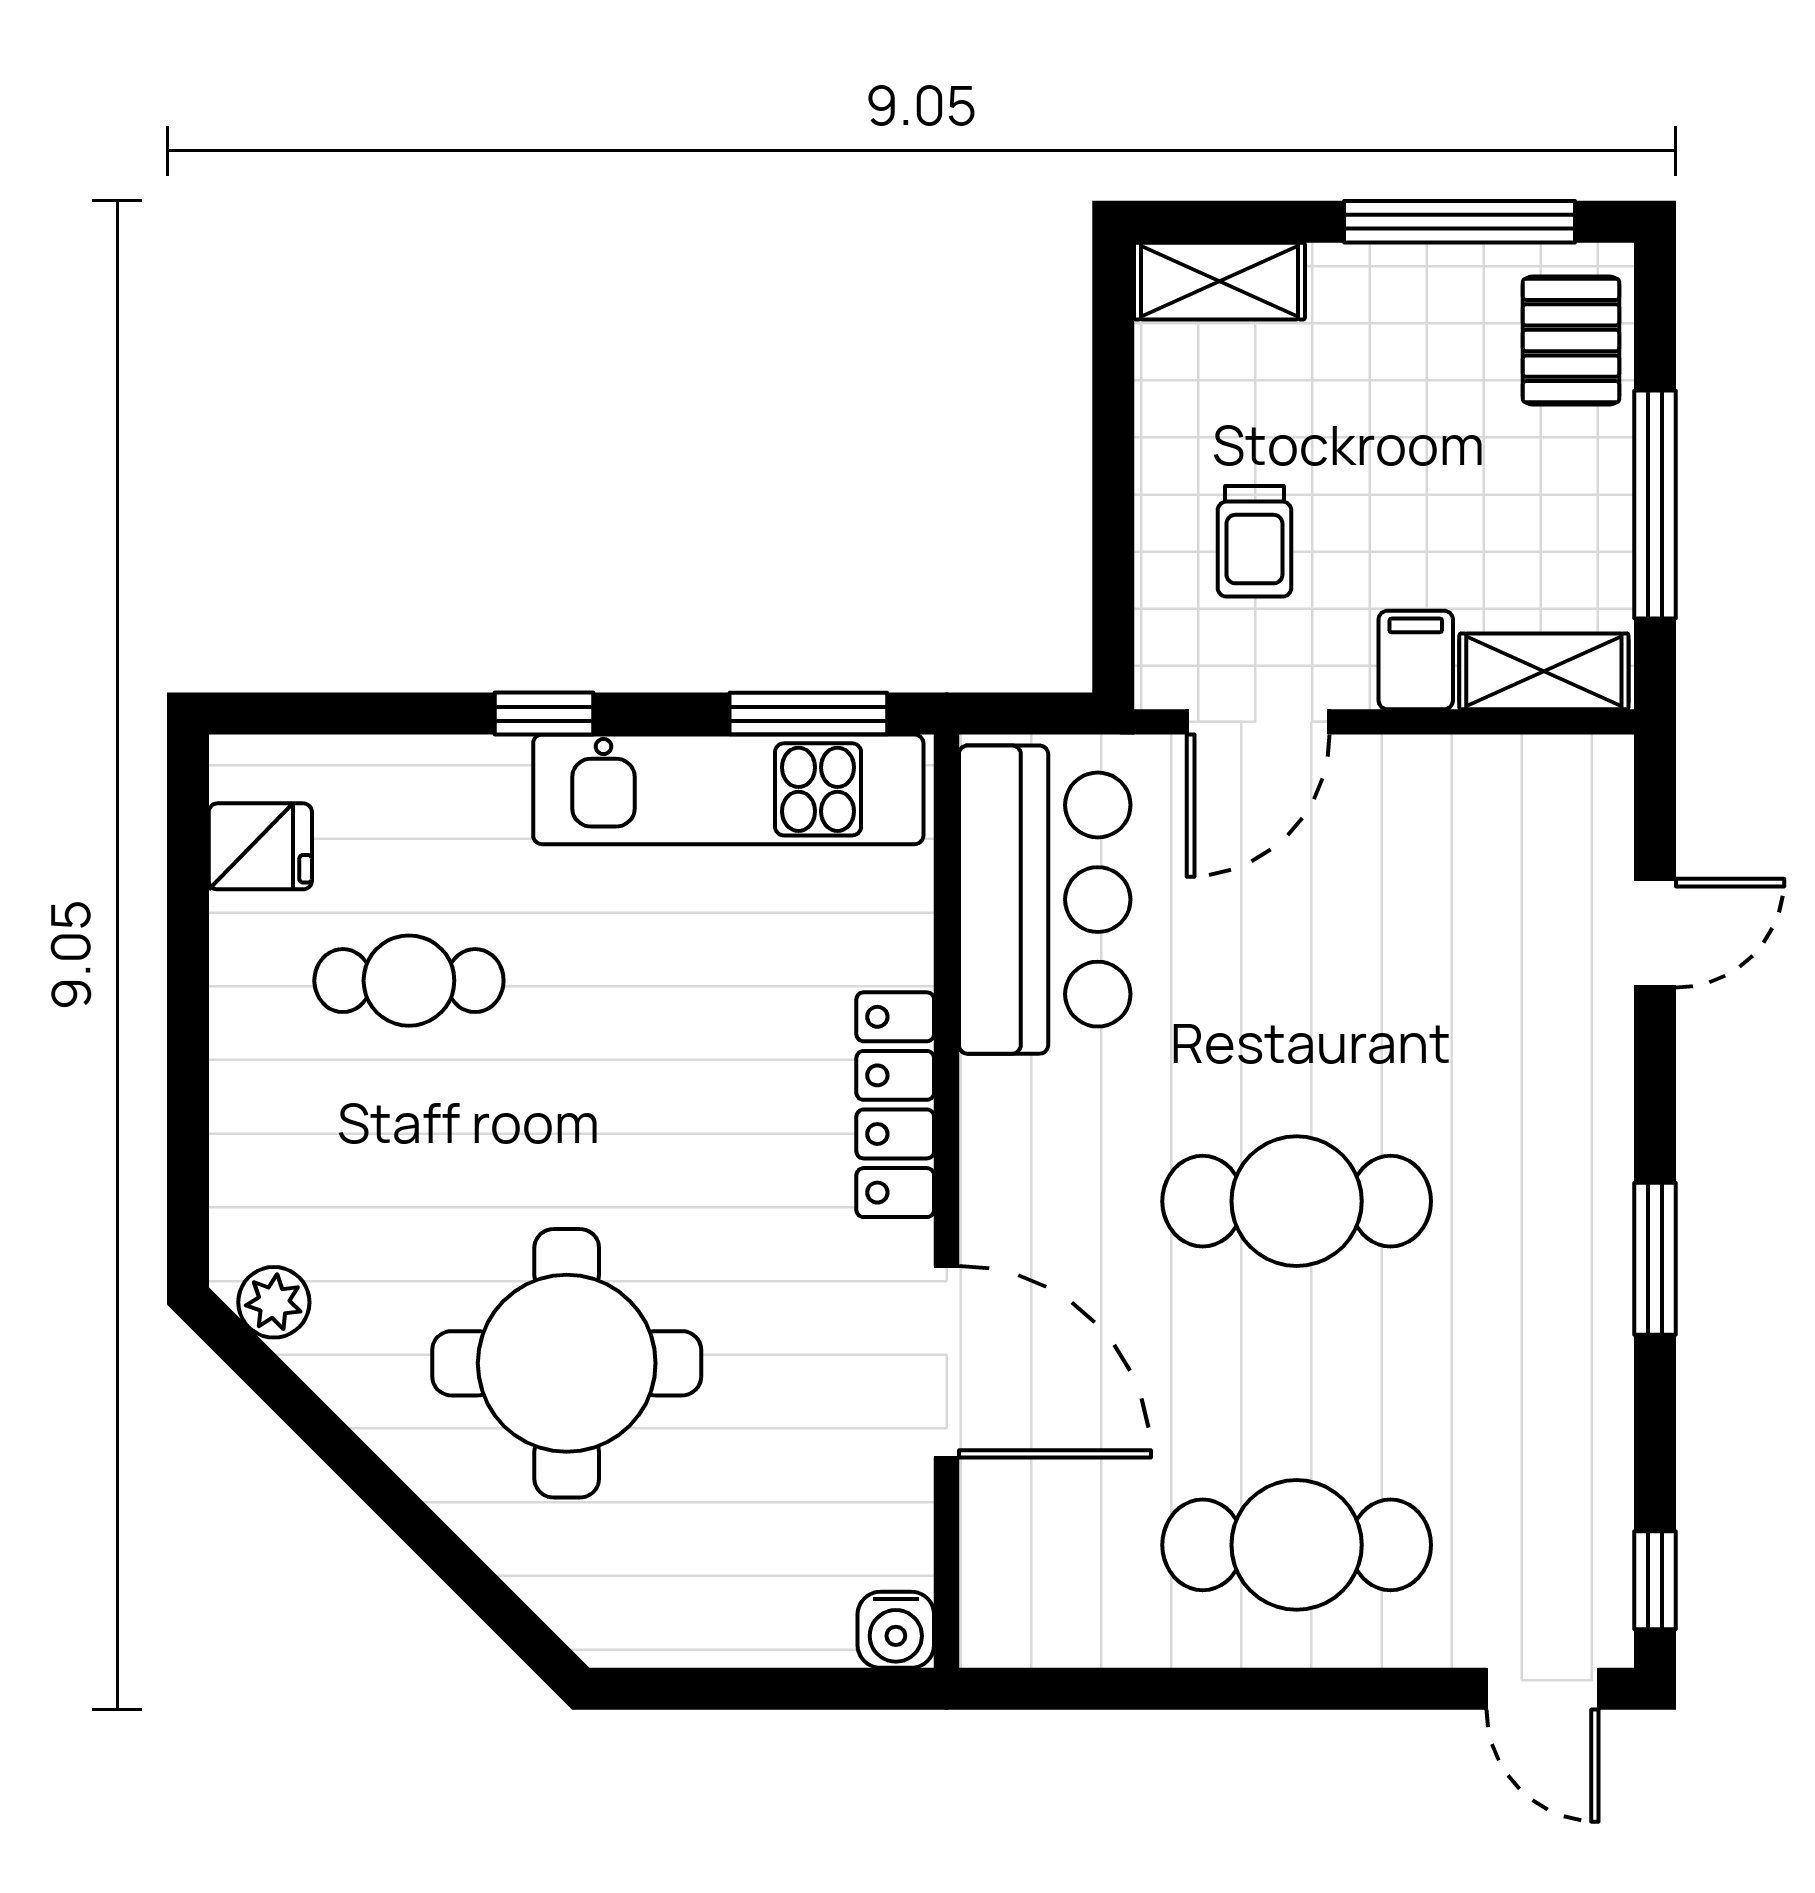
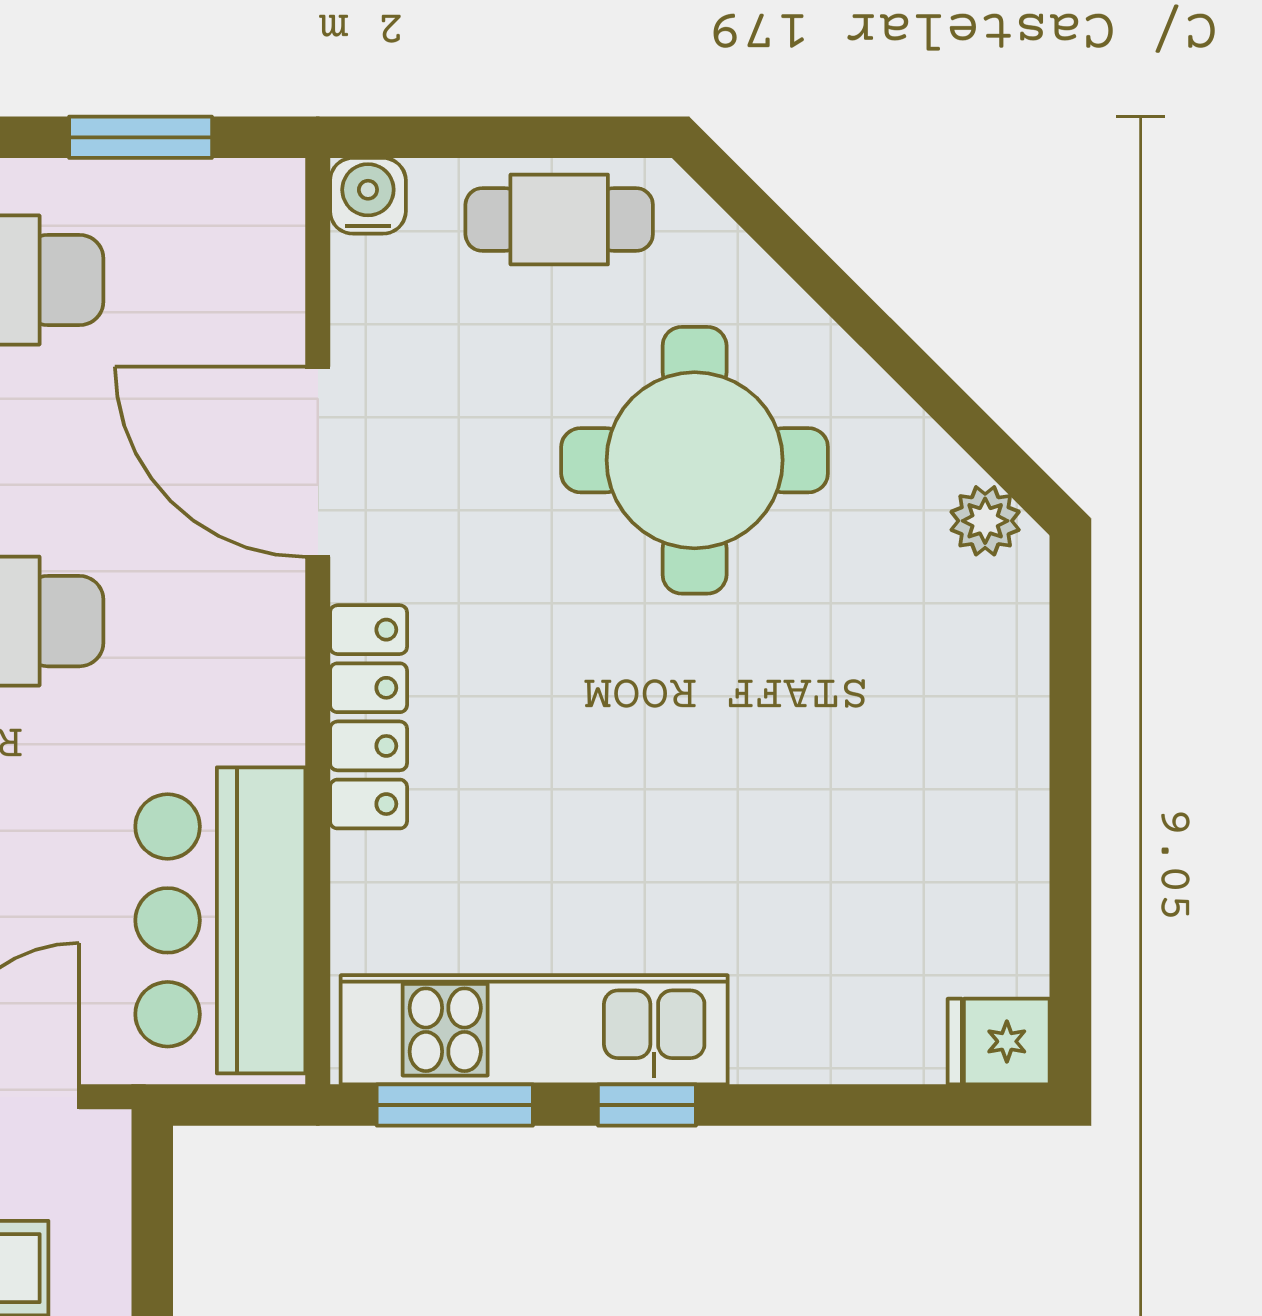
window: (544, 714) -> (647, 1105), moved
fridge: (260, 846) -> (999, 1041), moved
cafe table: (409, 981) -> (559, 220), moved
window: (1125, 1689) -> (141, 137), added

